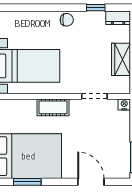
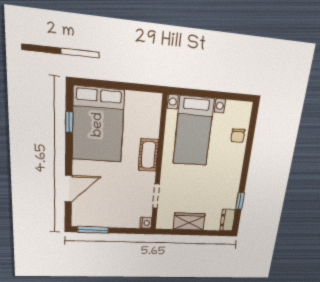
chair: (67, 20) -> (238, 136), moved
window: (27, 182) -> (69, 122), width x0.67

